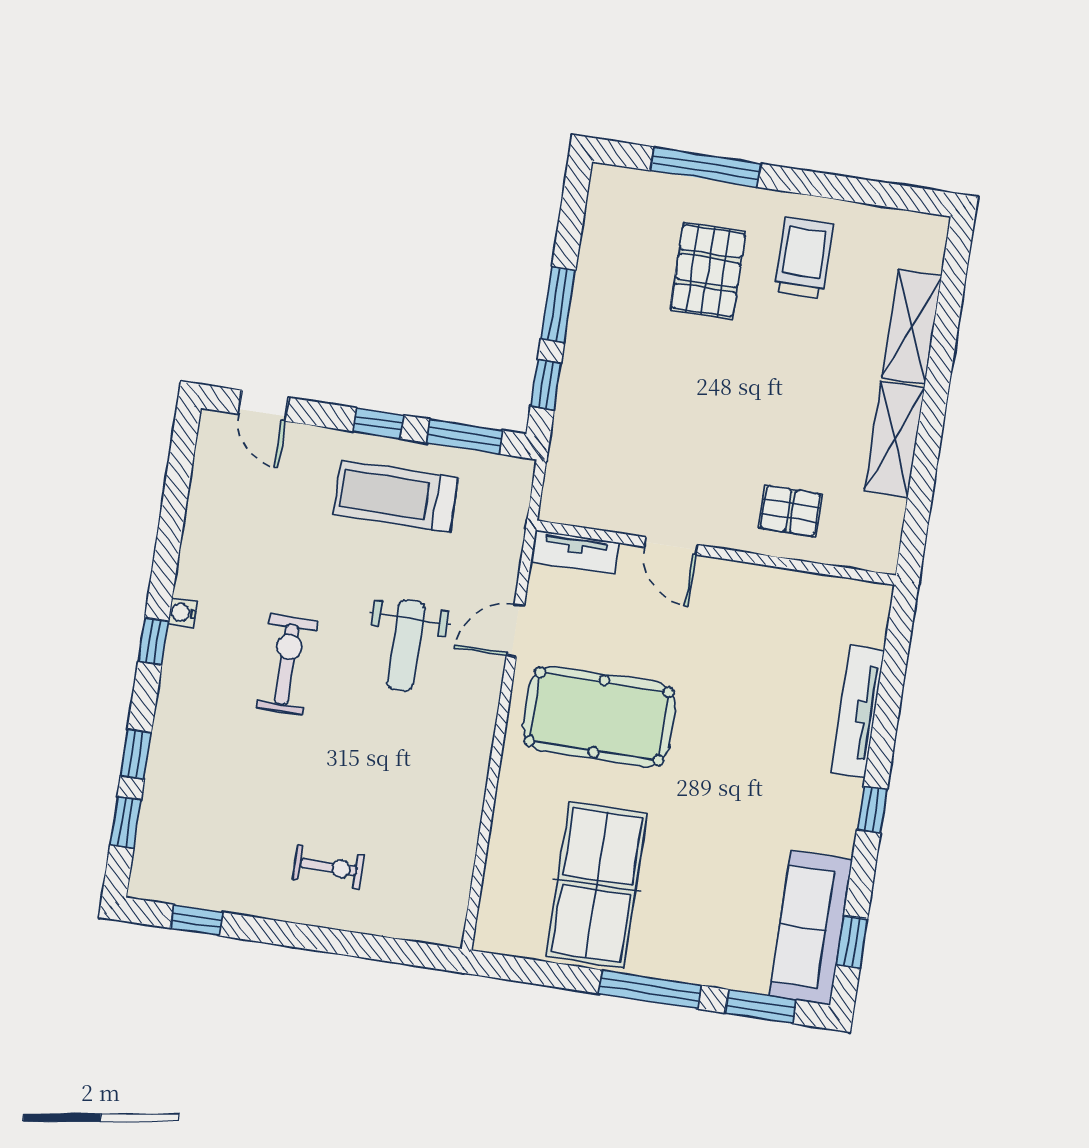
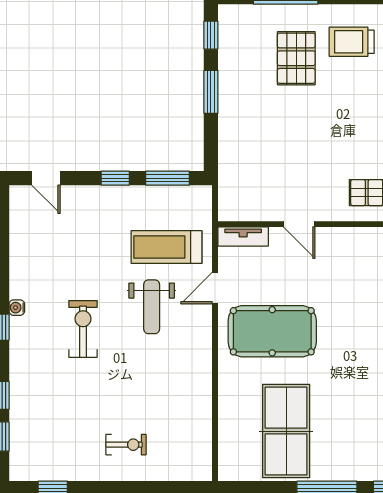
trolley: (804, 258) -> (352, 42), turned -90
window: (546, 385) -> (211, 35), moved
treadmill: (396, 496) -> (166, 247), moved

